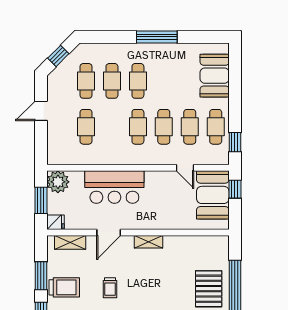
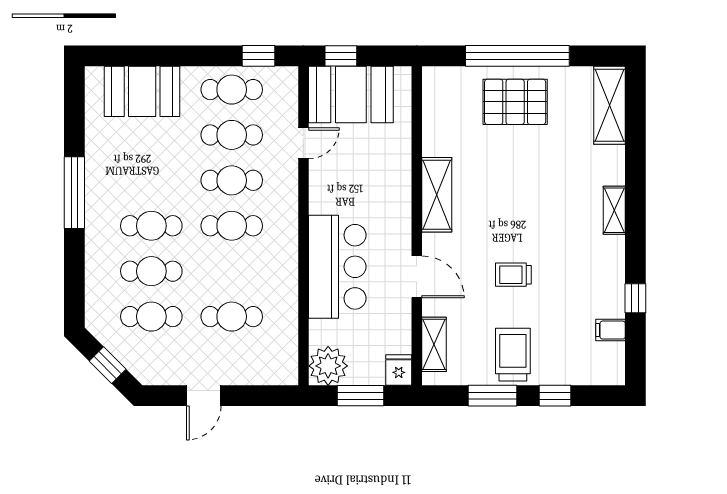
door: (41, 111) -> (204, 396), hinge flipped
shelving: (148, 242) -> (437, 195), width x1.50, depth x1.33
trolley: (110, 288) -> (513, 275), turned 180

